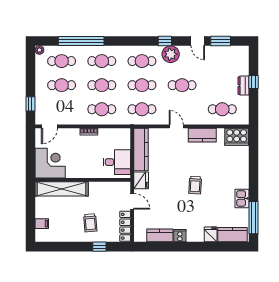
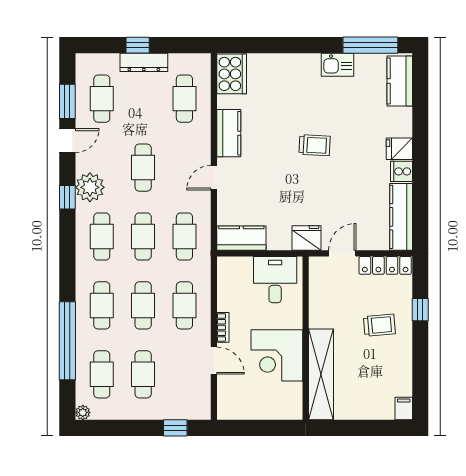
cafe table: (222, 61) -> (102, 99), added
dresser: (243, 86) -> (144, 62), width x1.44
door: (49, 126) -> (214, 361), moved
kitchen counter: (141, 150) -> (241, 238), width x0.67
corner desk: (50, 163) -> (277, 355), moved, turned -90
filing cabinet: (42, 224) -> (404, 409), moved
fridge: (211, 234) -> (399, 149), moved
kitchen counter: (160, 235) -> (401, 217), width x1.50

